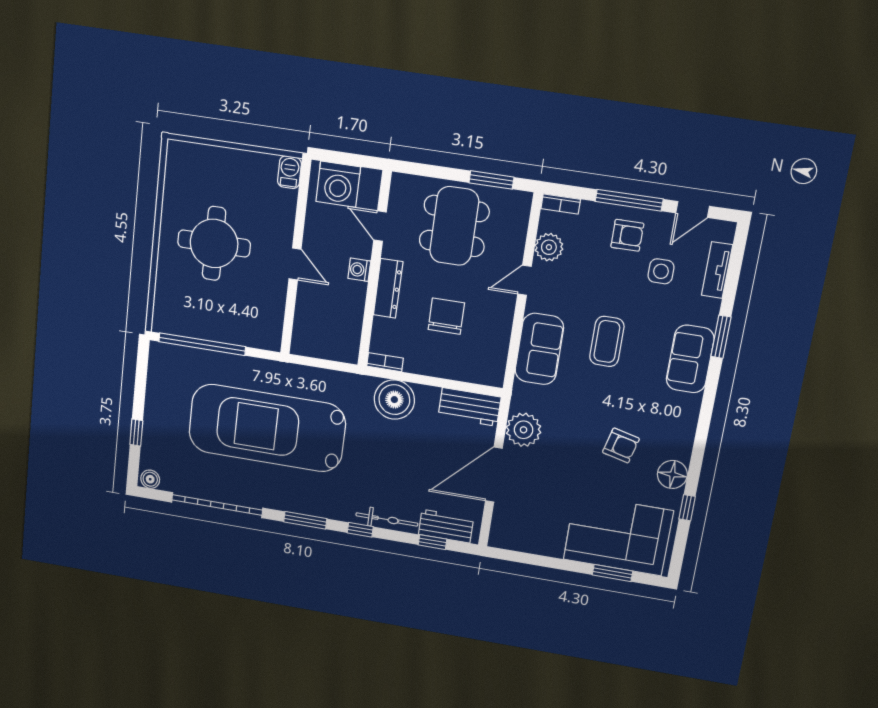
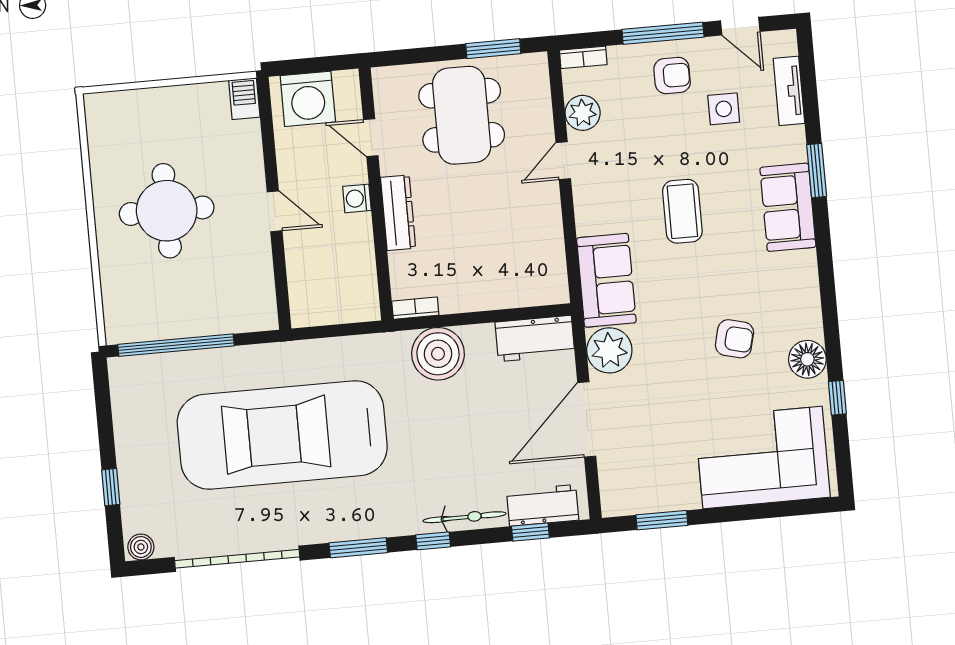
door: (693, 210) -> (740, 26), hinge flipped
chair: (446, 316) -> (478, 230), removed
sofa: (539, 349) -> (606, 280), moved
window: (613, 573) -> (662, 520), moved

